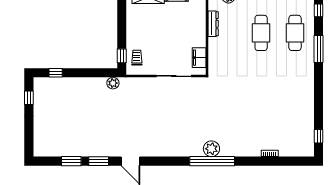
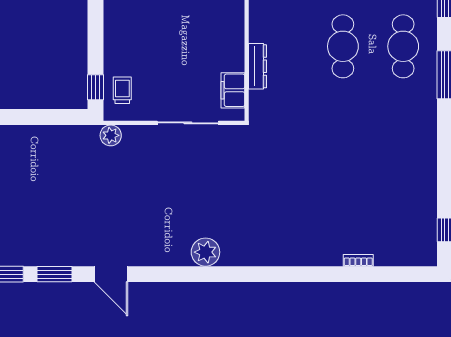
dresser: (213, 24) -> (258, 66), moved
plant: (113, 83) -> (111, 135), moved
plant: (211, 149) -> (205, 252), moved
window: (212, 161) -> (256, 274), removed

